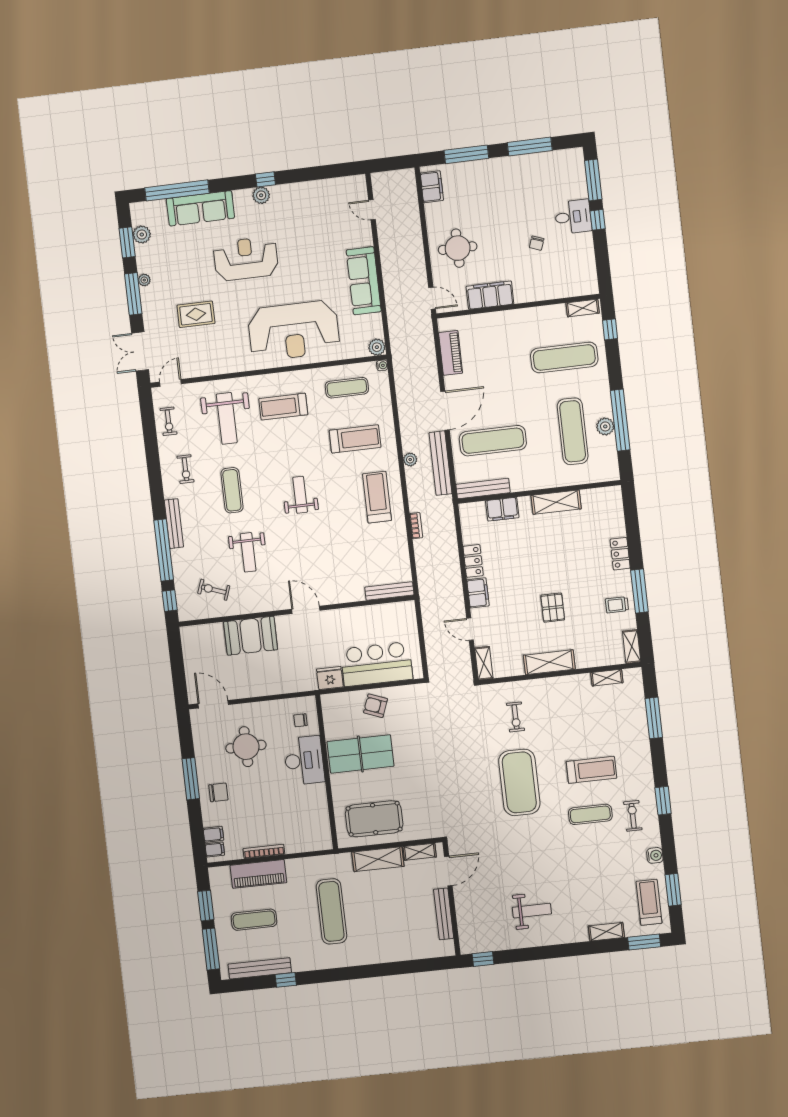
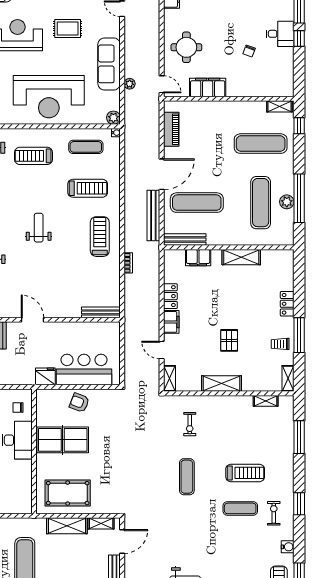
rug: (307, 243) -> (68, 29), added
plant: (410, 460) -> (130, 84), moved
exercise mat: (519, 782) -> (187, 477), width x0.50, depth x0.69

